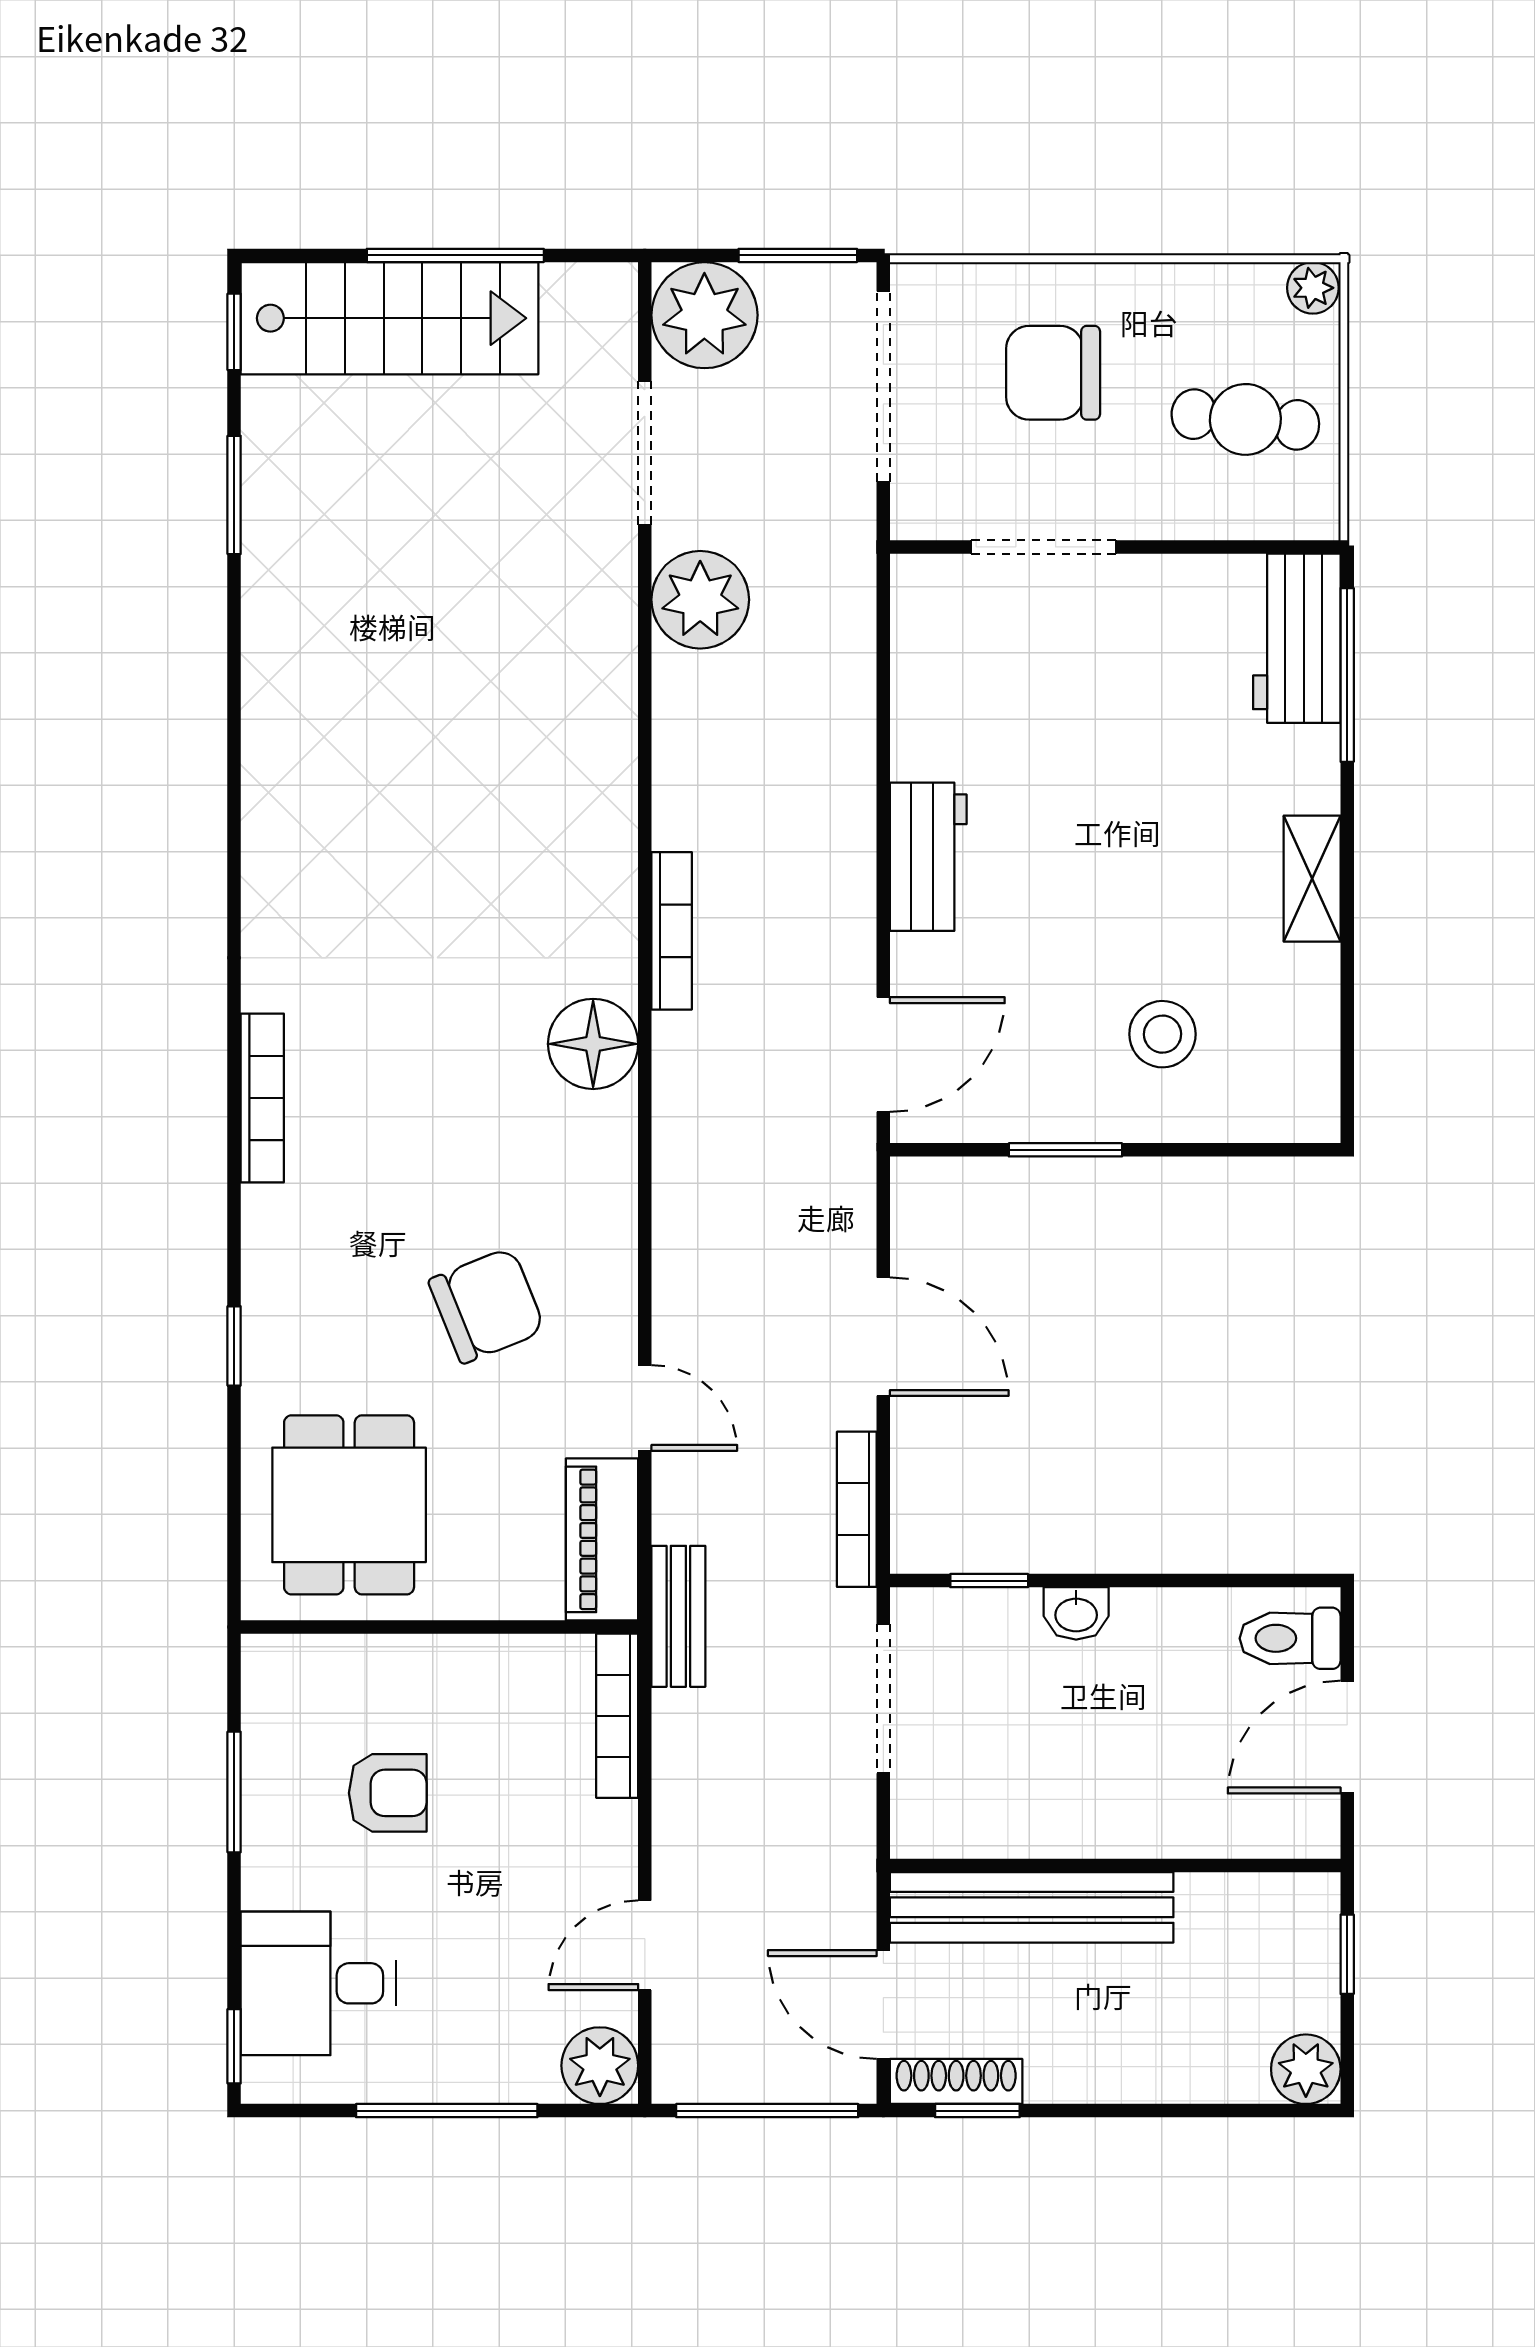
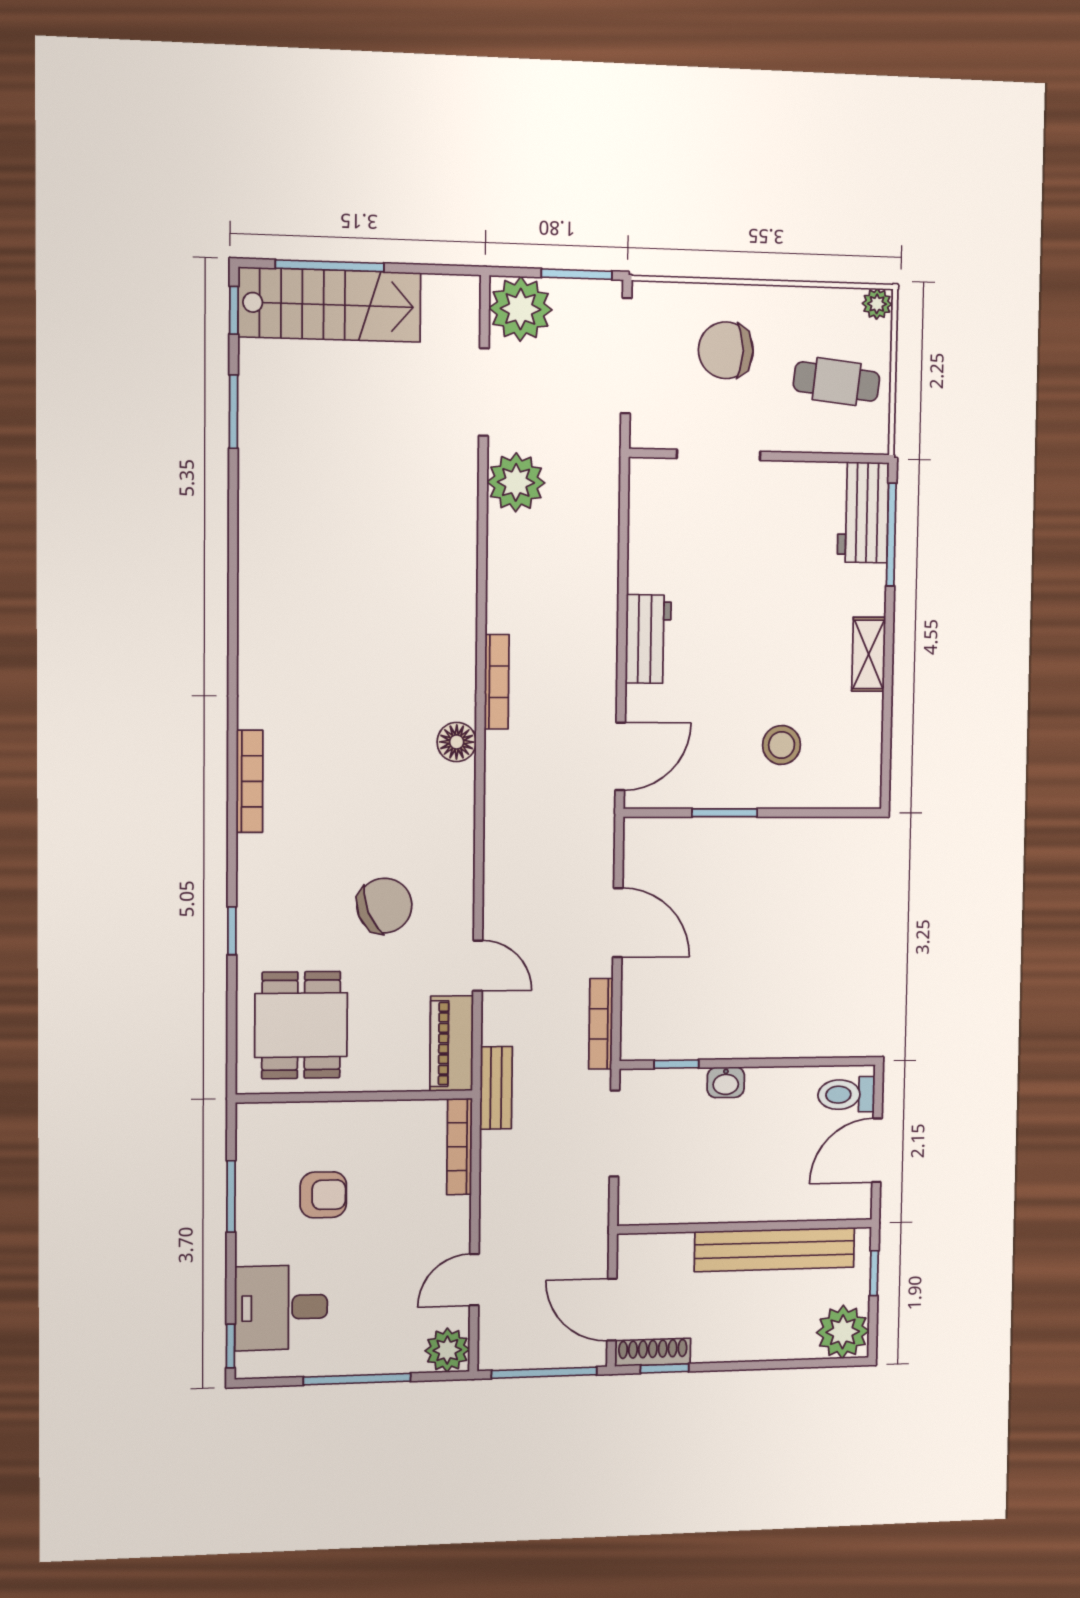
window: (455, 255) -> (330, 266), moved
floor lamp: (593, 1044) -> (457, 742), width x0.73, depth x0.73
bench: (1032, 1907) -> (775, 1249), moved
plant: (1306, 2069) -> (843, 1332), width x1.36, depth x1.36

